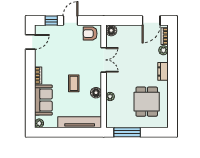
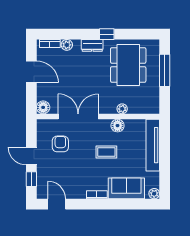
door: (151, 21) -> (31, 72), moved
armchair: (90, 34) -> (60, 144), moved, turned 180
double door: (104, 60) -> (78, 117), width x1.37
window: (172, 84) -> (107, 34), added
dining table: (147, 102) -> (128, 65), width x1.38
window: (127, 132) -> (165, 70), moved

